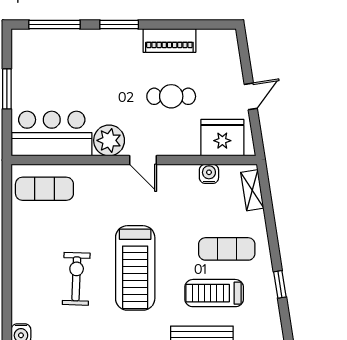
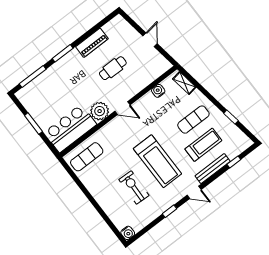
fridge: (222, 138) -> (152, 69), removed
treadmill: (214, 293) -> (203, 145), turned 180

